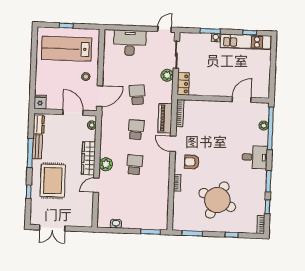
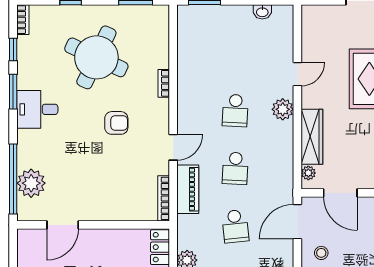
plant: (264, 126) -> (31, 183), width x1.87, depth x1.87
door: (173, 144) -> (173, 147), hinge flipped
desk: (255, 157) -> (37, 109), moved
wardrobe: (88, 158) -> (312, 137), moved
armchair: (192, 162) -> (116, 123), moved

